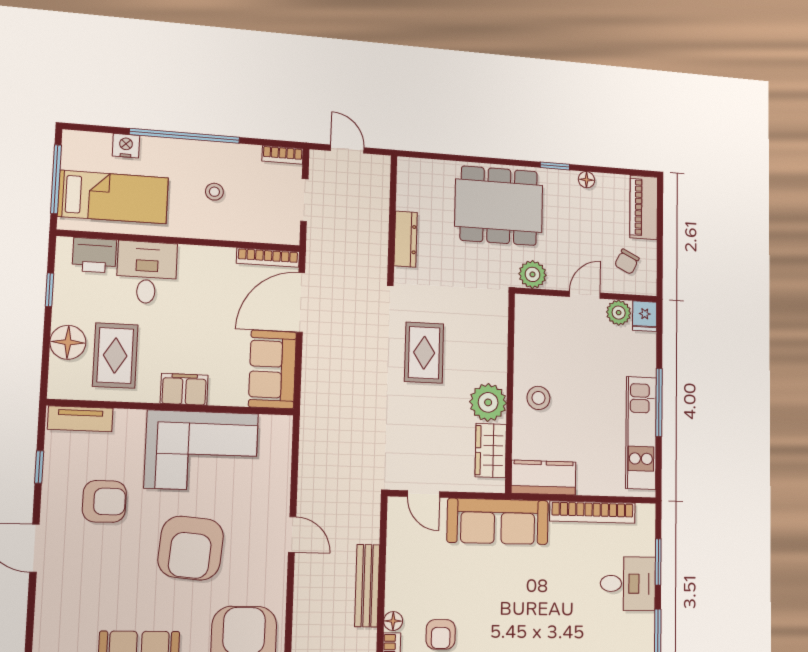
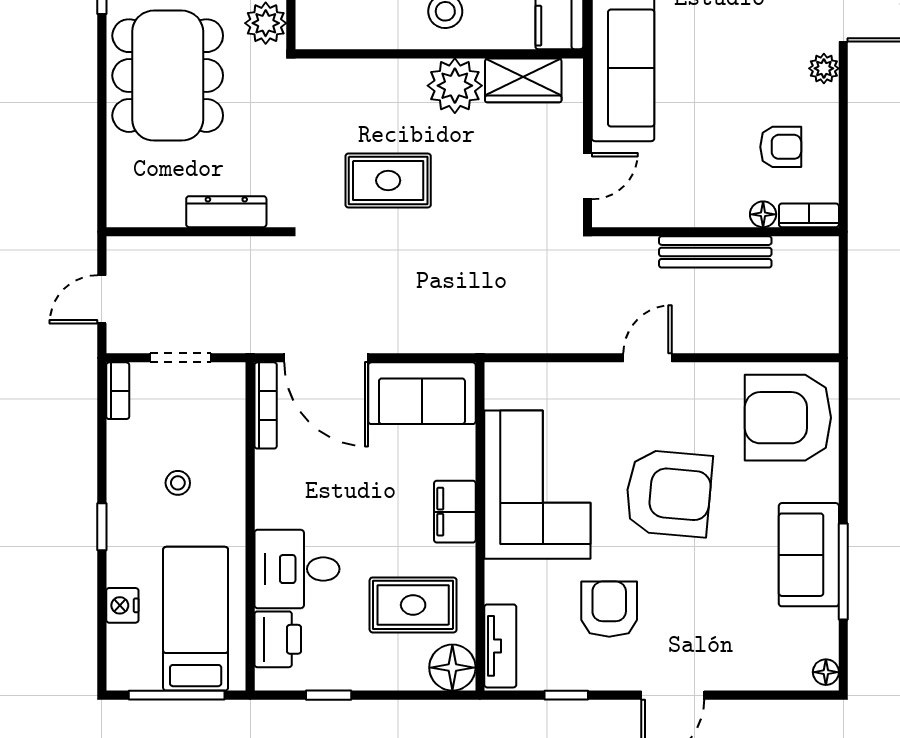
window: (185, 136) -> (102, 527), width x0.32
floor lamp: (68, 342) -> (452, 668), moved

